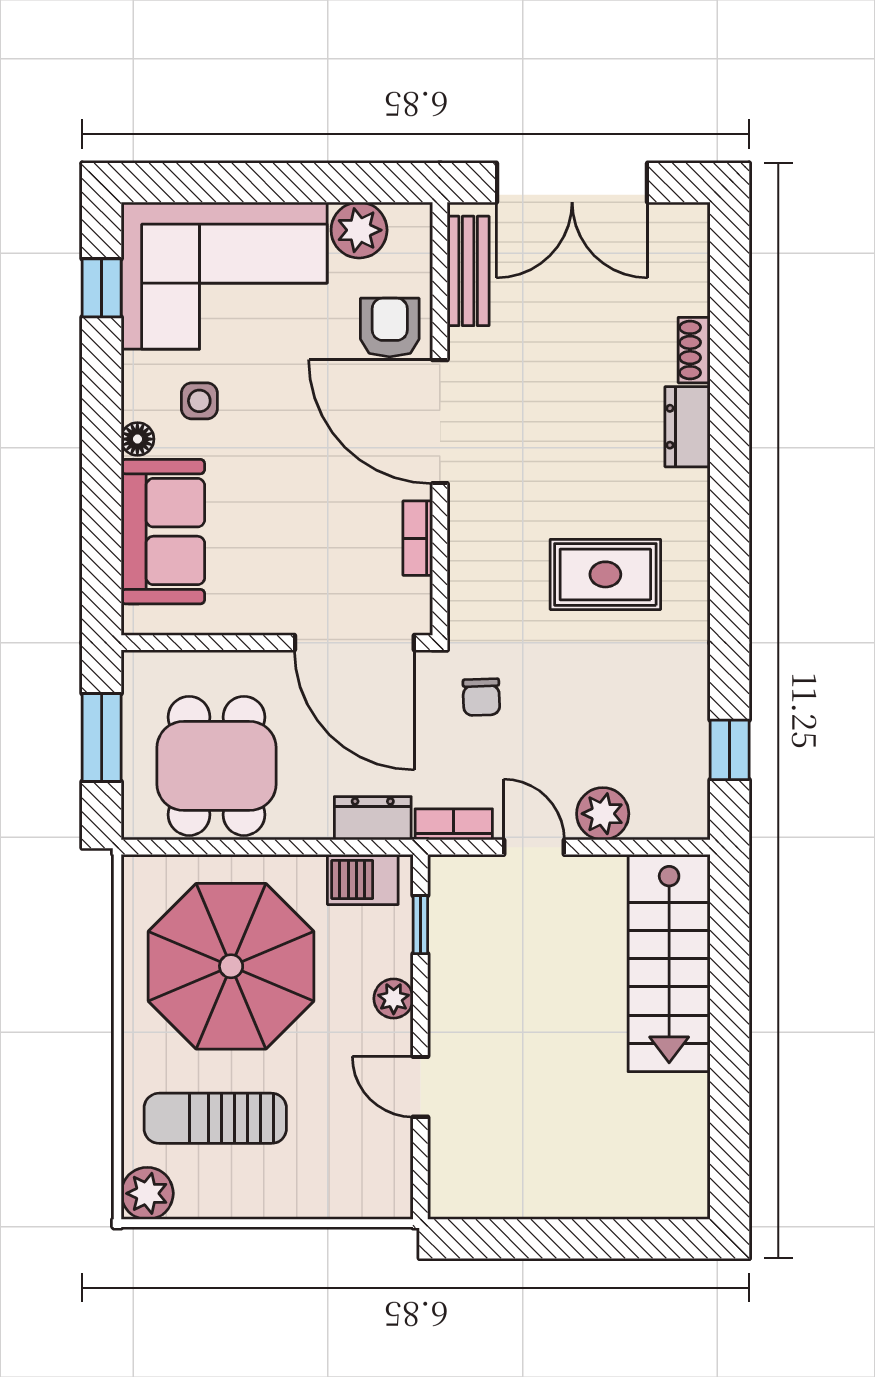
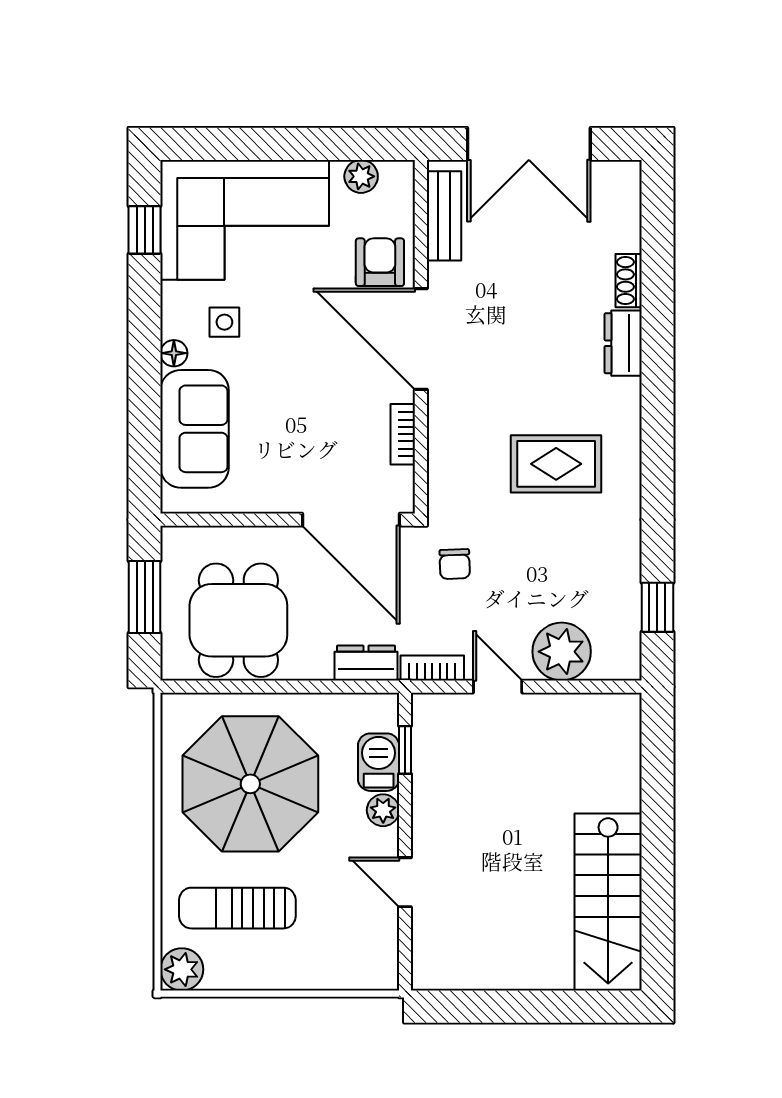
plant: (359, 230) -> (361, 176), width x0.73, depth x0.73
plant: (603, 814) -> (562, 652), width x1.36, depth x1.36
barbecue: (363, 880) -> (379, 762), moved, turned 90
stairs: (669, 963) -> (608, 902), moved

